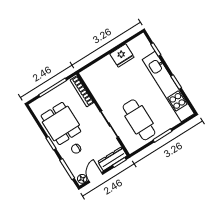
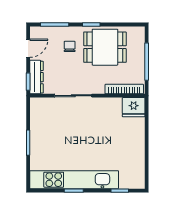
fridge: (122, 55) -> (134, 107), moved, turned -90
cafe table: (139, 120) -> (59, 129), removed
door: (96, 177) -> (28, 48), hinge flipped
floor lamp: (82, 179) -> (35, 33), removed

